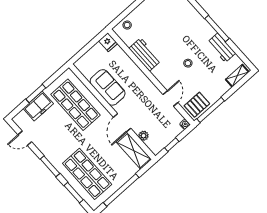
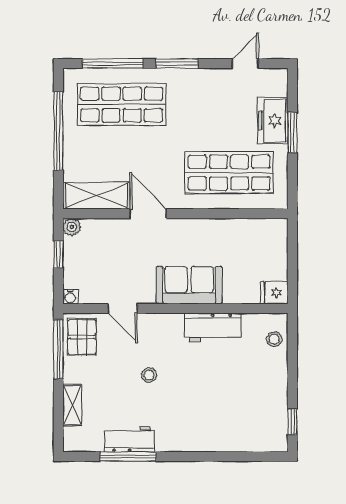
window: (217, 28) -> (128, 456), moved
shelving: (237, 76) -> (72, 405), moved
sofa: (108, 87) -> (189, 285), moved, turned 180
plant: (143, 136) -> (72, 227), moved
window: (74, 193) -> (113, 64), width x1.44

